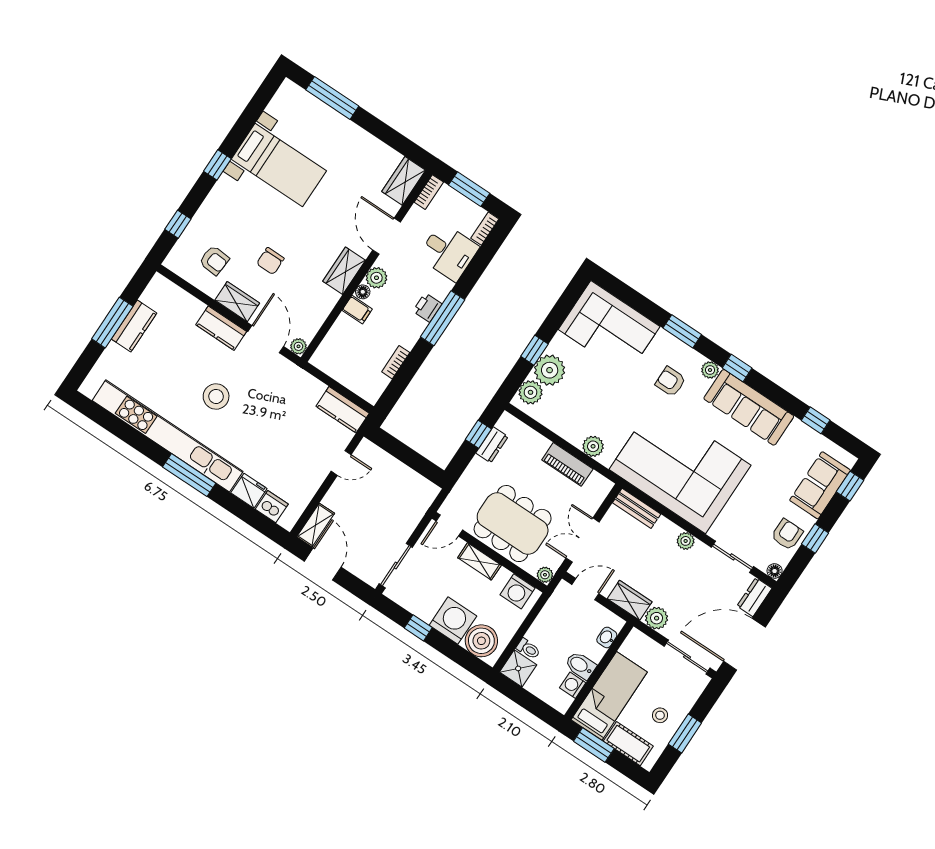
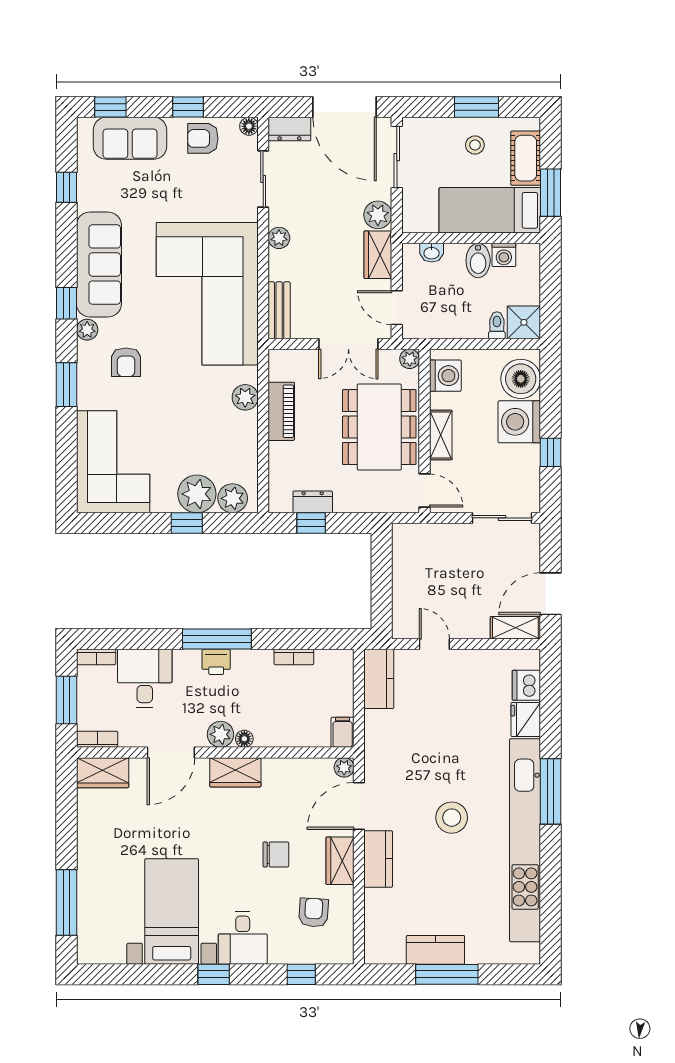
desk: (229, 201) -> (243, 938), added
filing cabinet: (357, 310) -> (343, 732), moved

